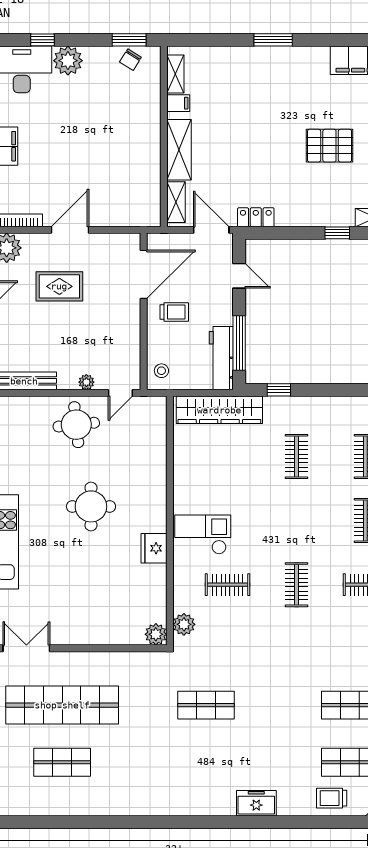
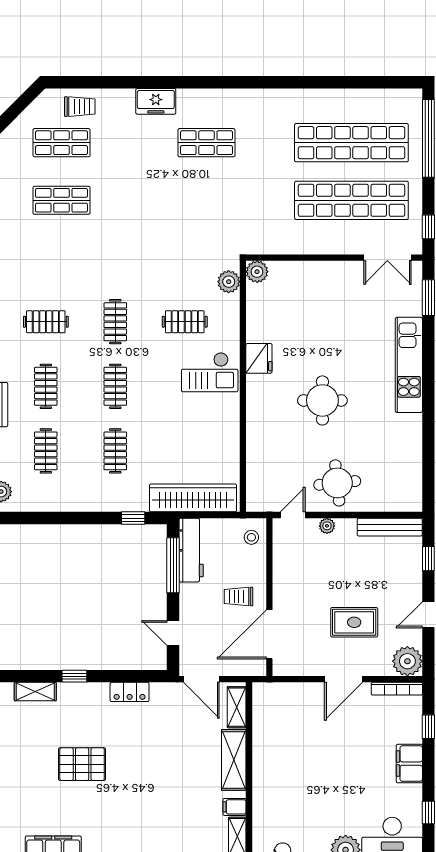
locker: (256, 217) -> (130, 692), moved
clothes rail: (296, 521) -> (115, 386), added
shop shelf: (206, 705) -> (206, 143), moved
shop shelf: (62, 762) -> (351, 143), width x2.00, depth x1.36

